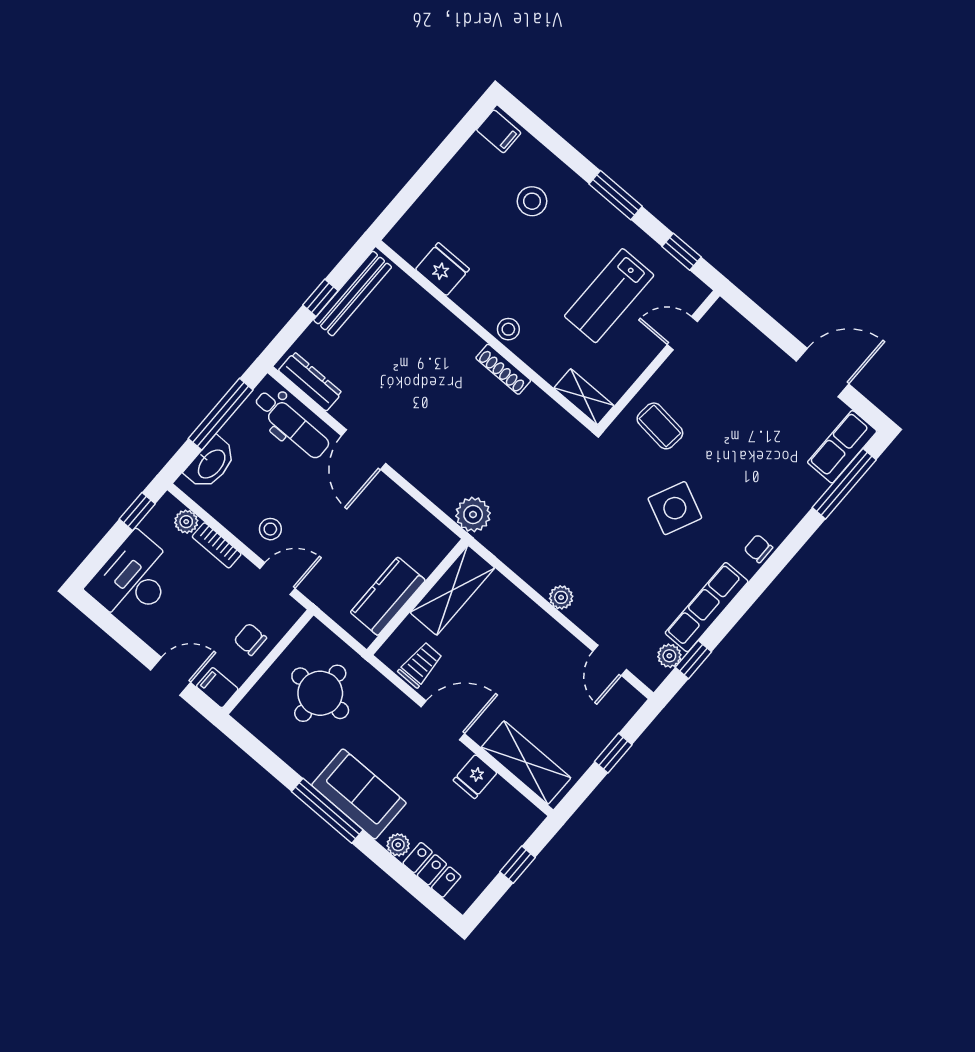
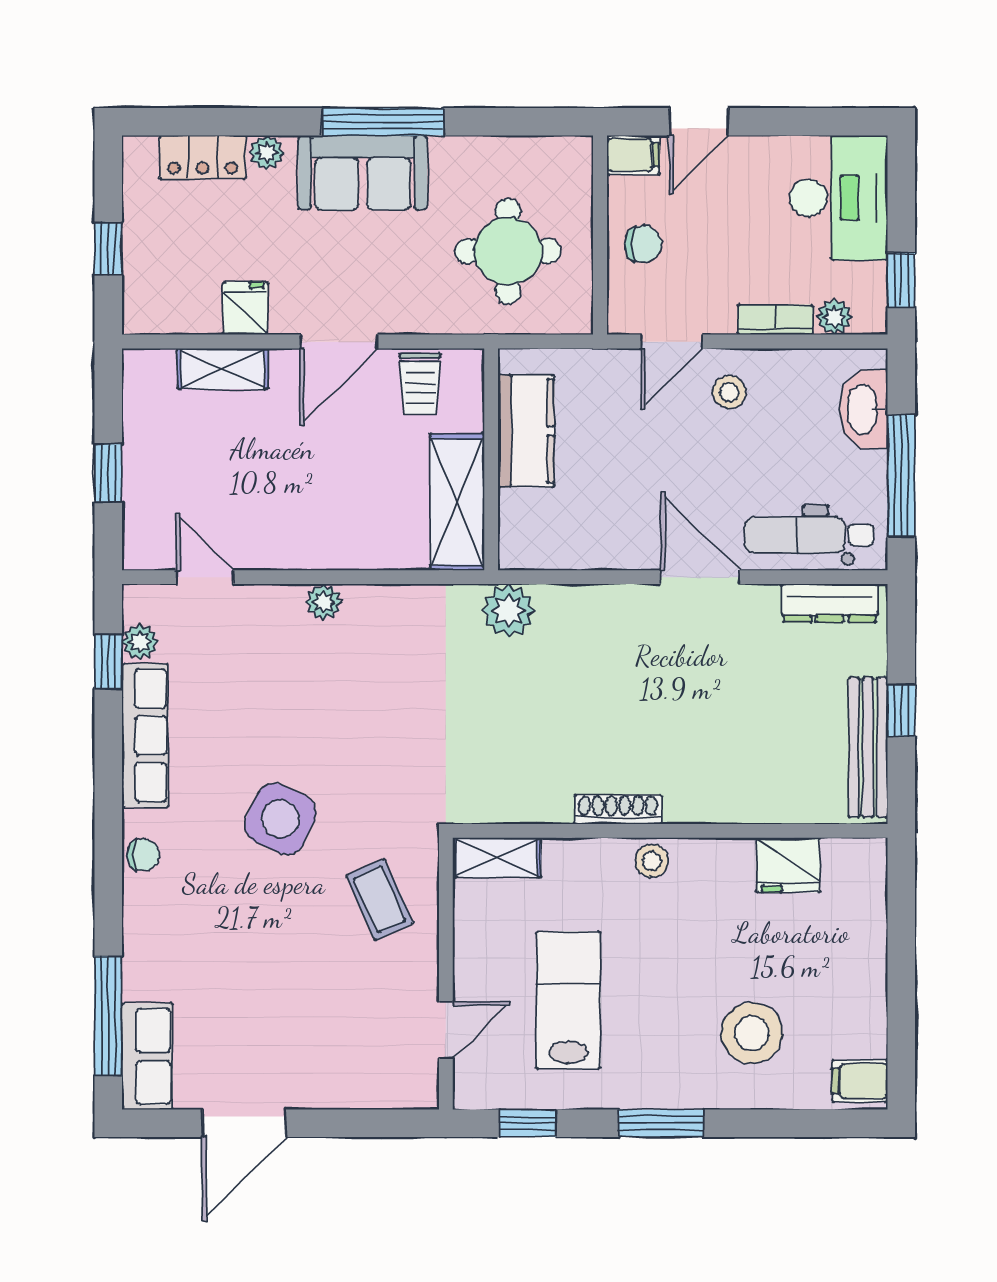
stool: (532, 201) -> (752, 1033), width x1.38, depth x1.38
coffee table: (660, 426) -> (380, 899), turned 60
shelving: (526, 763) -> (223, 369), width x0.67, depth x0.75

